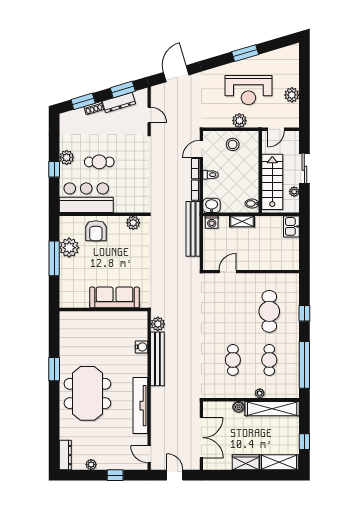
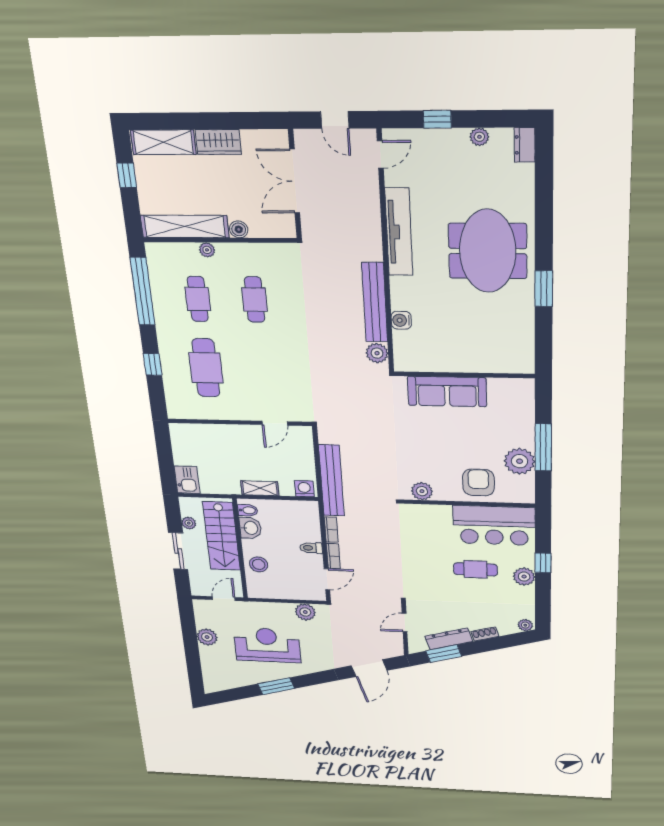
window: (83, 101) -> (500, 643), removed
door: (149, 115) -> (405, 623), hinge flipped
plant: (66, 117) -> (525, 625), added
plant: (239, 121) -> (305, 612), moved
stool: (233, 144) -> (259, 564), moved
washbasin: (212, 205) -> (250, 528), moved, turned -90
door: (149, 454) -> (380, 154), hinge flipped
dresser: (65, 455) -> (525, 145), width x0.70

